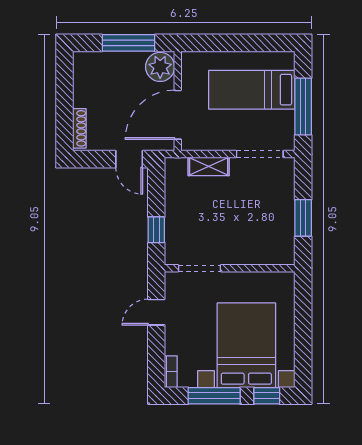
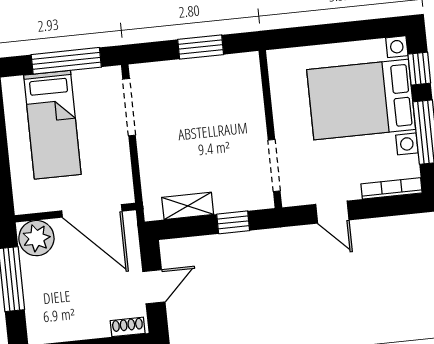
shoe rack: (79, 128) -> (128, 327), width x0.70
door: (129, 159) -> (154, 287), moved
shelving: (209, 166) -> (188, 206), moved, turned 90
bookcase: (171, 372) -> (392, 188), width x1.56

